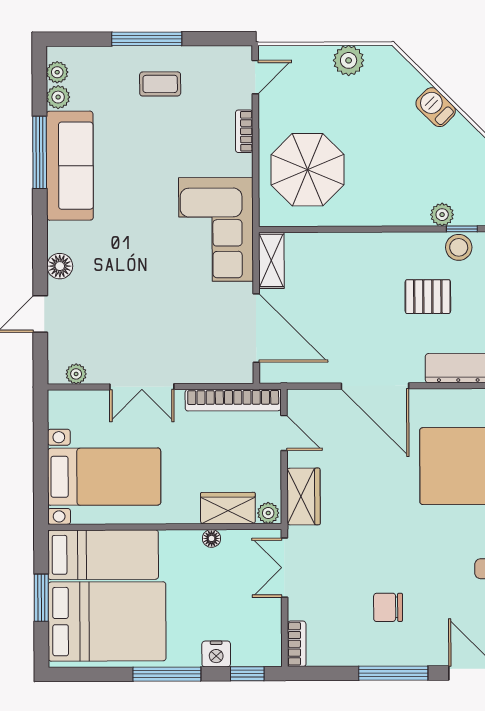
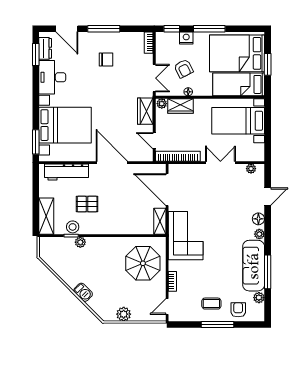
armchair: (103, 71) -> (238, 310), added
plant: (57, 72) -> (259, 234), moved
armchair: (222, 588) -> (184, 69), added

